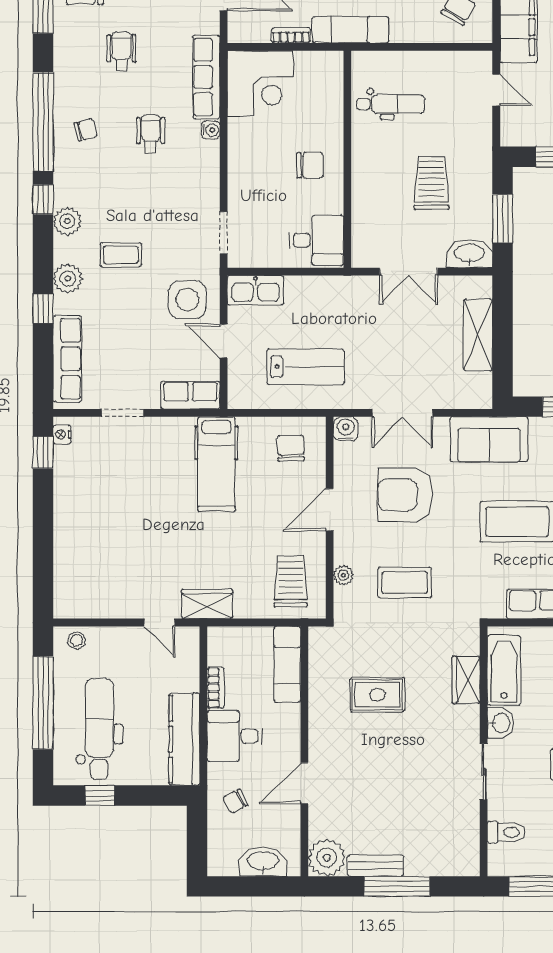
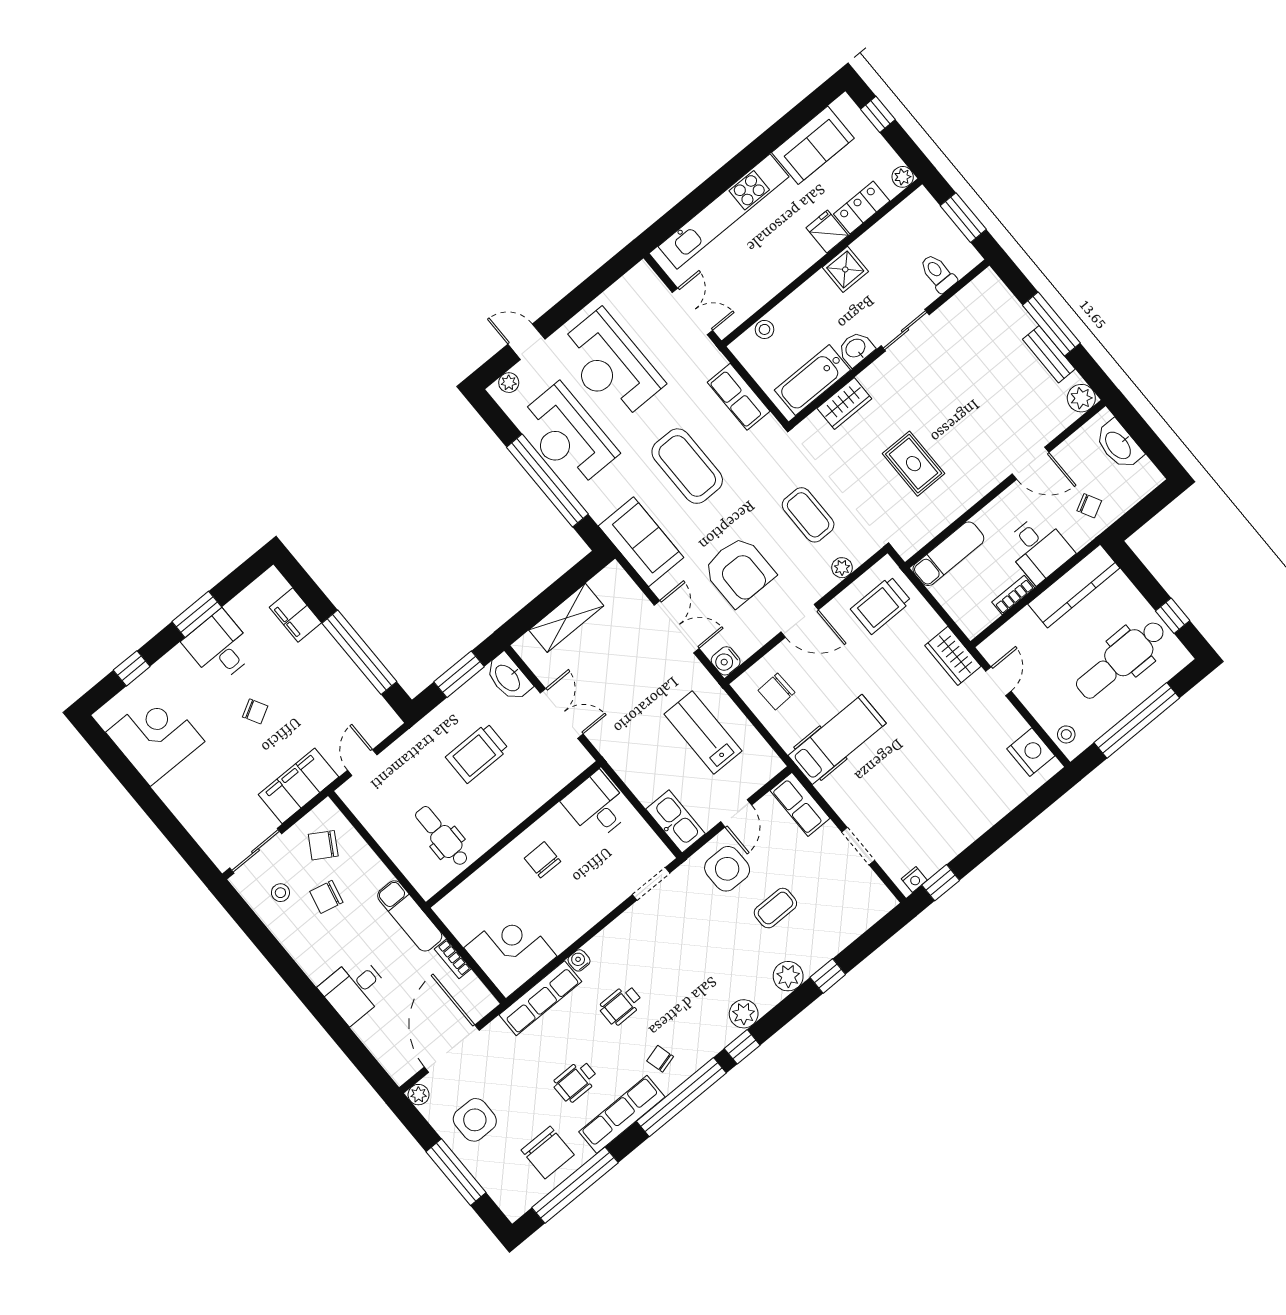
coffee table: (121, 255) -> (775, 908), moved, turned 90
row of seats: (67, 359) -> (622, 1114), moved
nightstand: (85, 603) -> (1031, 752), added
plant: (327, 858) -> (1081, 398), width x0.73, depth x0.73

